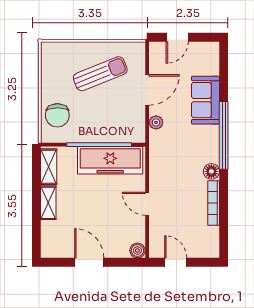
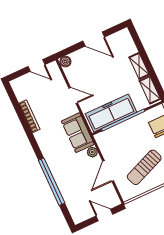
door: (177, 37) -> (104, 215), hinge flipped
sofa: (205, 100) -> (78, 133), moved, turned 180
window: (224, 135) -> (52, 182), moved
floor lamp: (211, 171) -> (41, 137), removed

